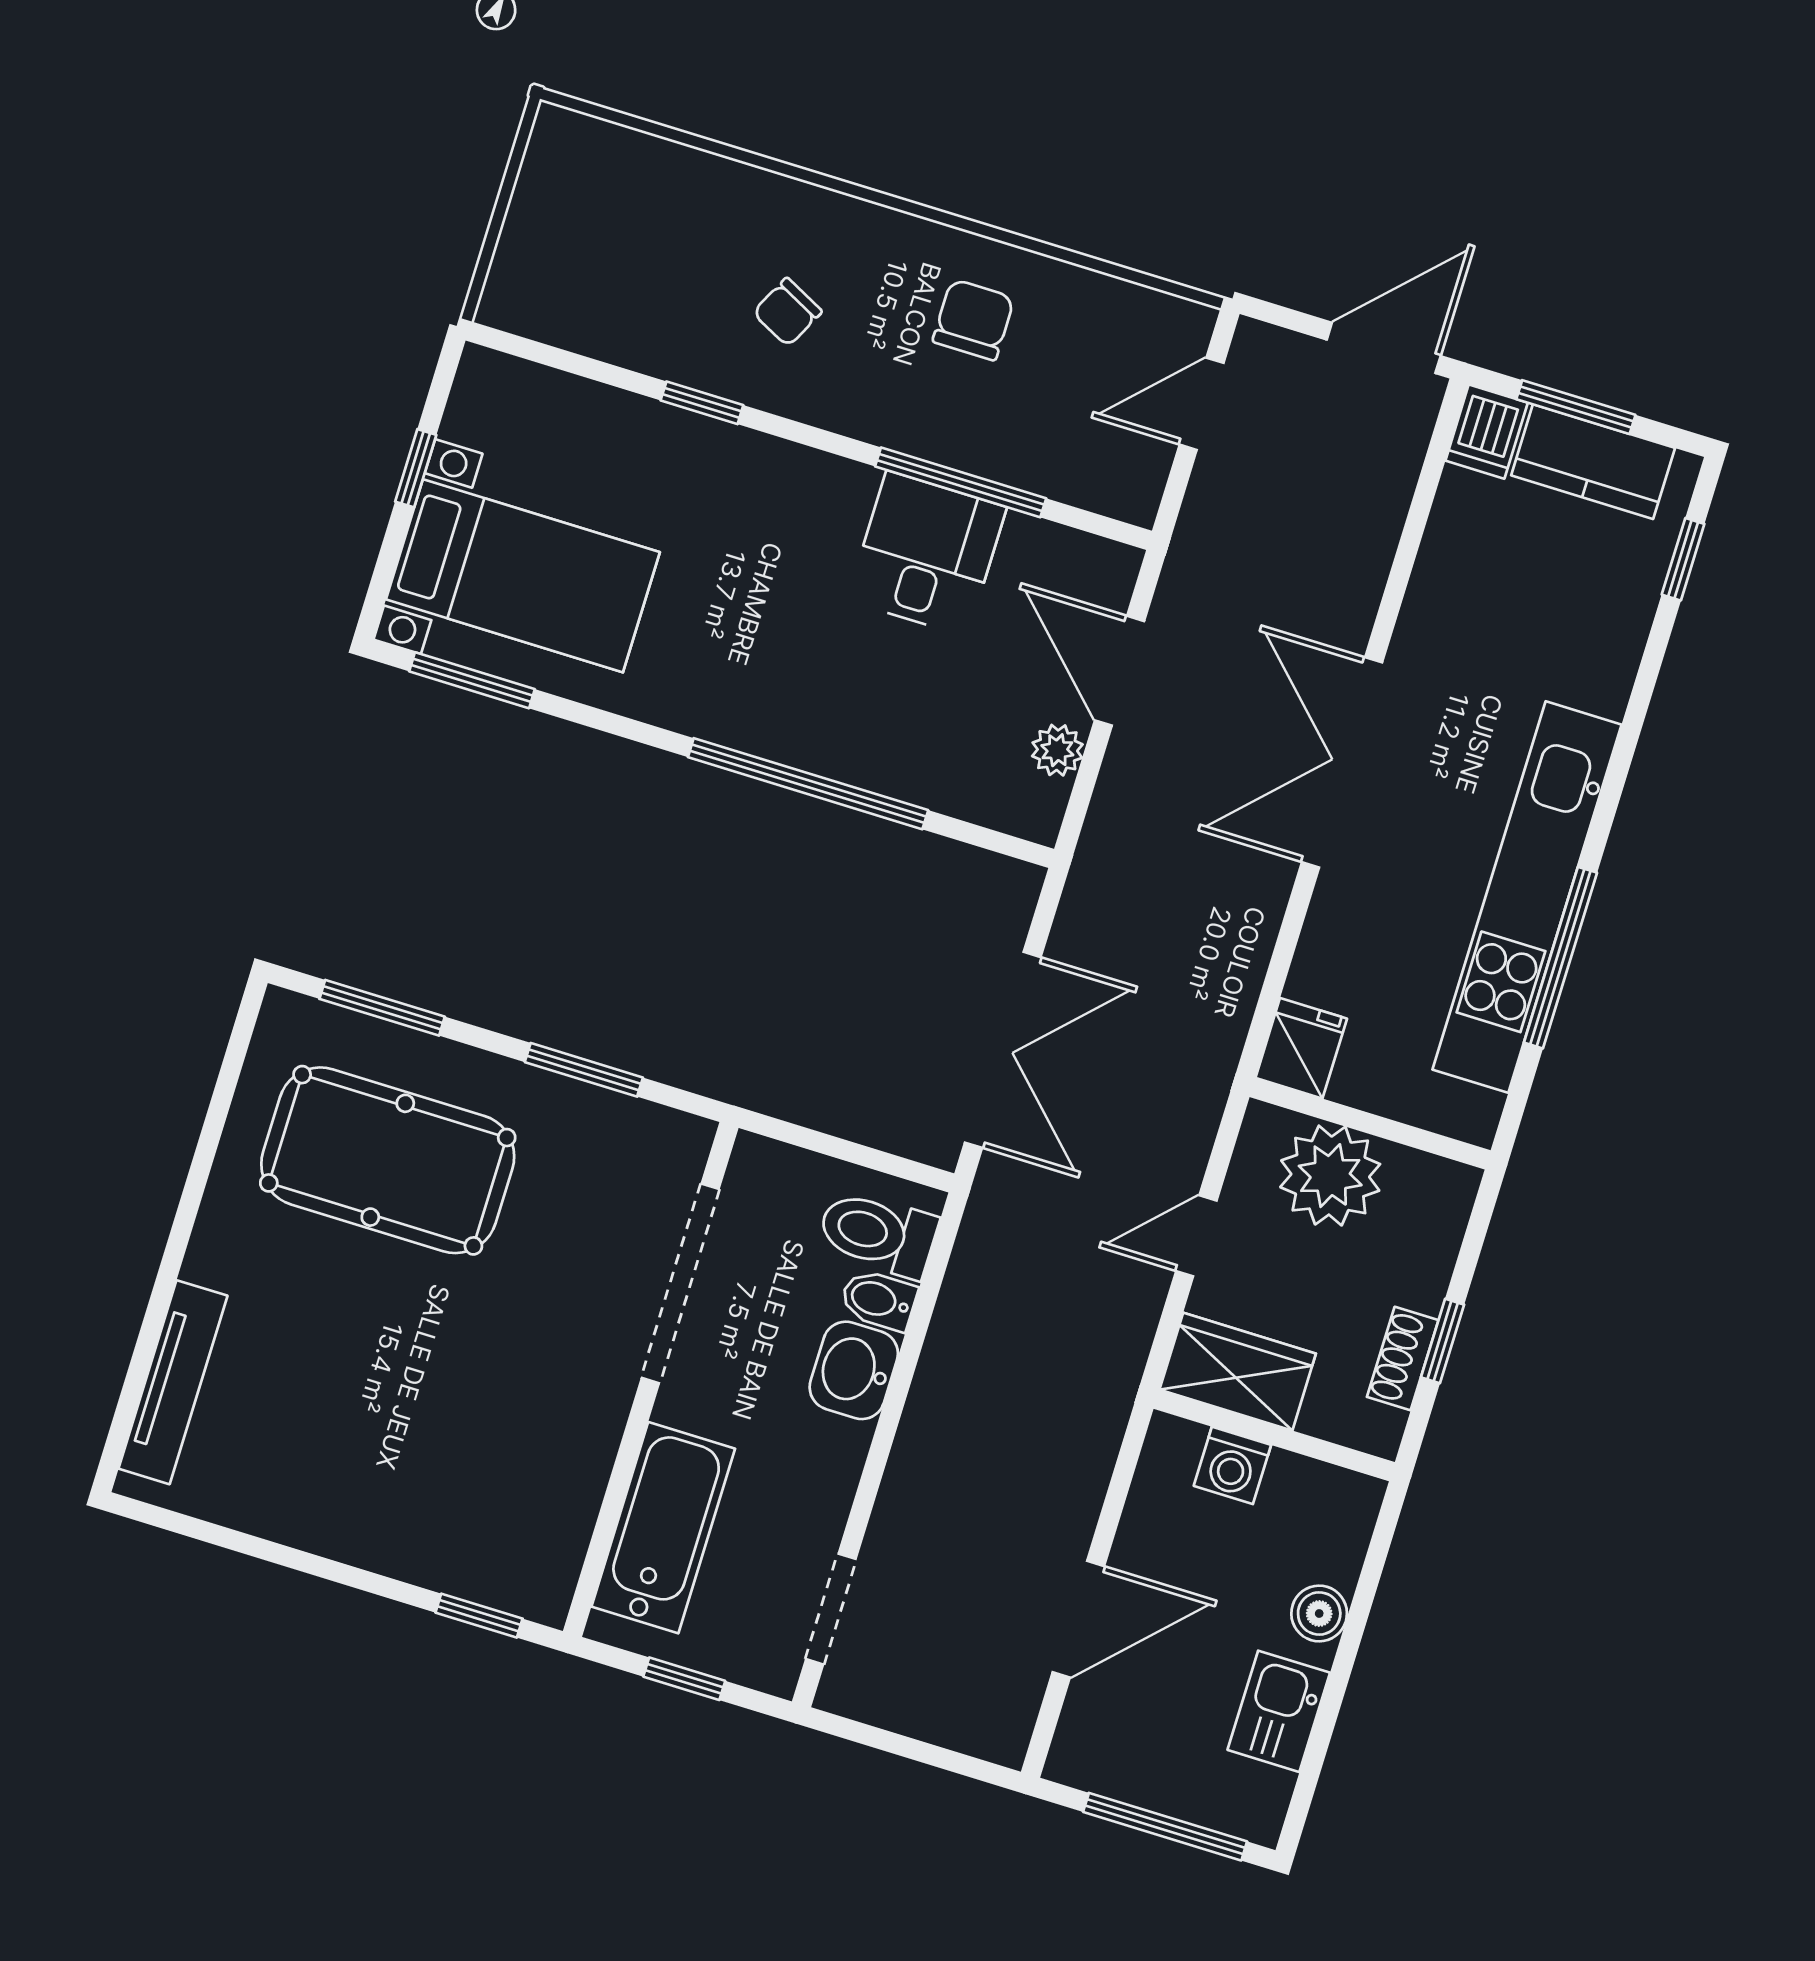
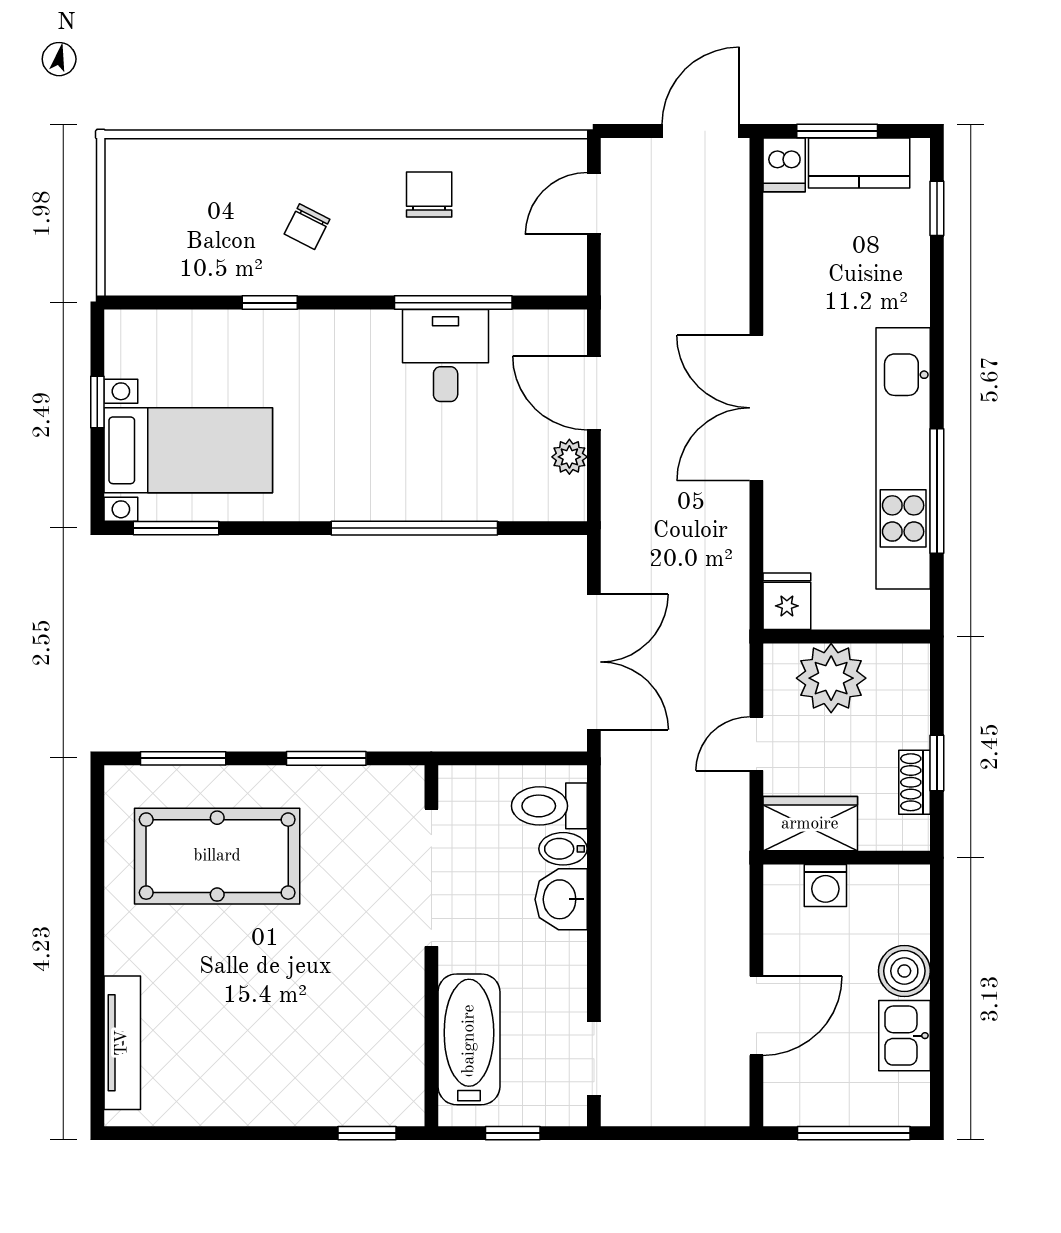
boiler: (1319, 1613) -> (904, 971), width x1.36, depth x1.36

